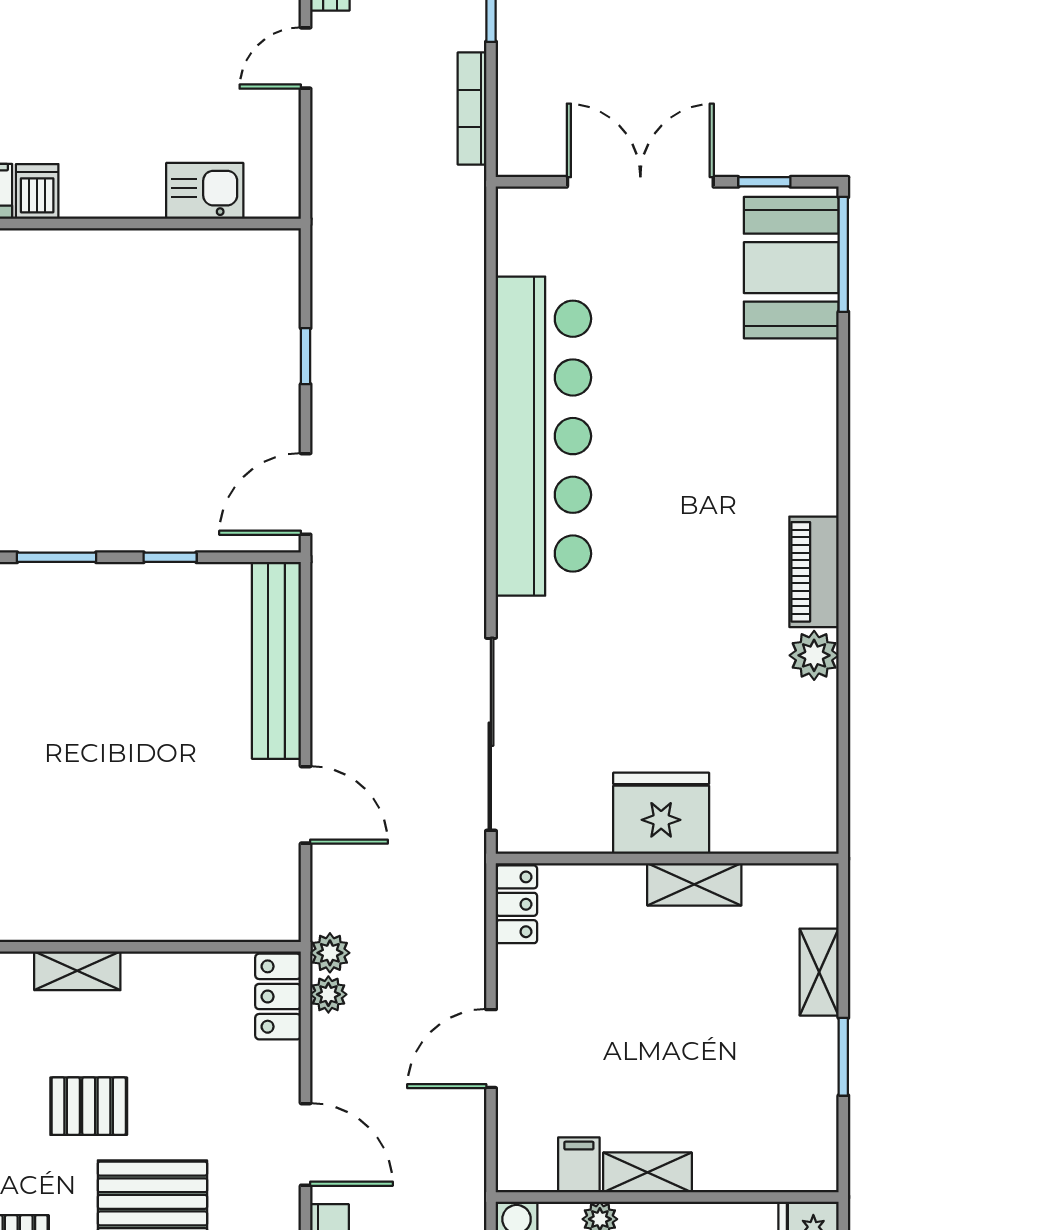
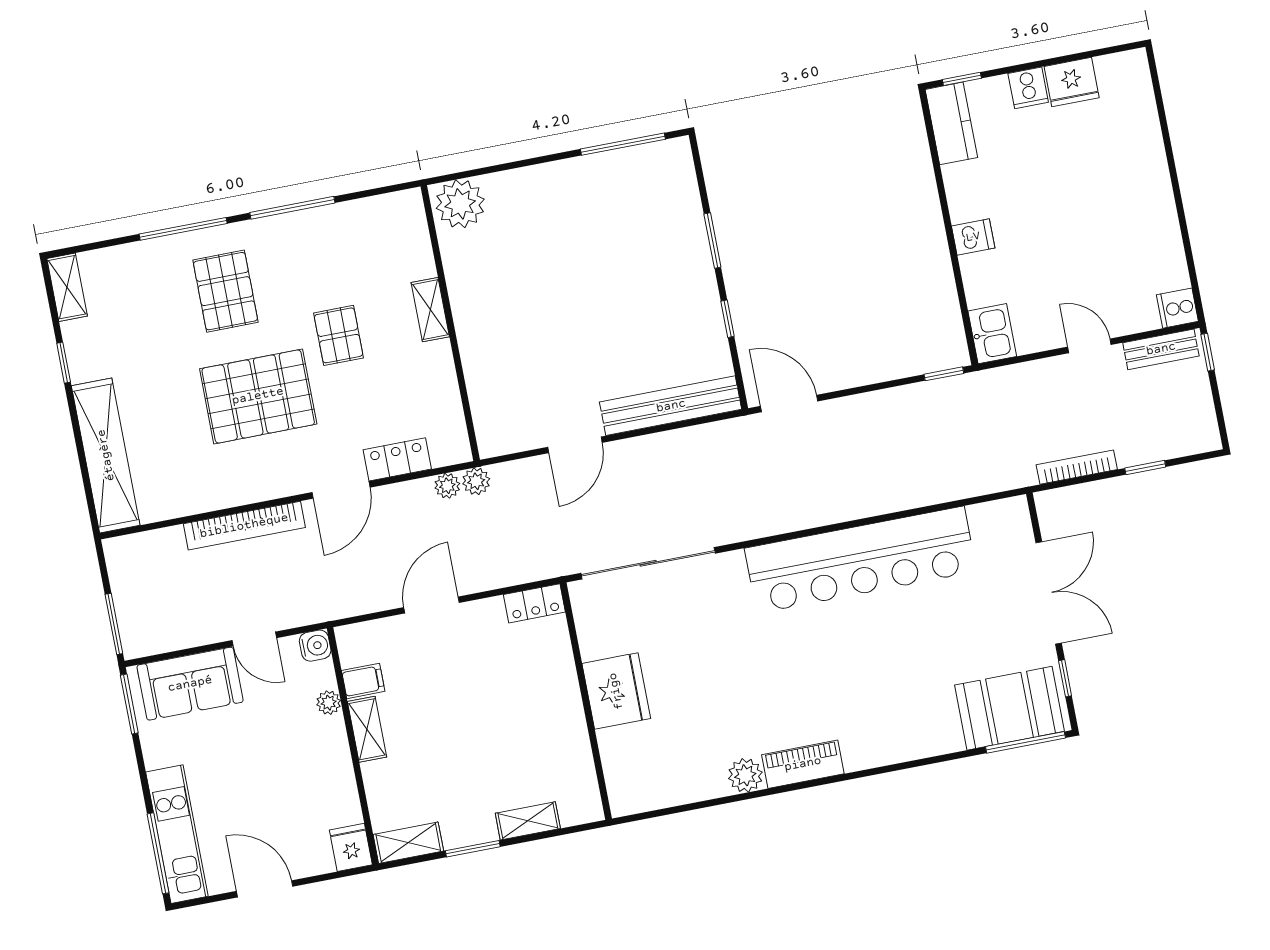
dishwasher: (37, 191) -> (973, 237), moved
kitchen sink: (205, 191) -> (992, 334), moved
window: (306, 356) -> (944, 374), moved
shelving: (694, 884) -> (408, 843), moved, turned 90
locker: (278, 997) -> (397, 459), moved
door: (491, 1049) -> (432, 605), hinge flipped

